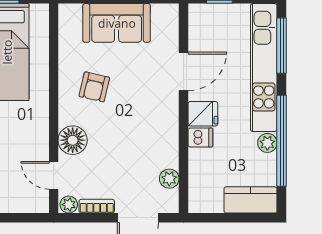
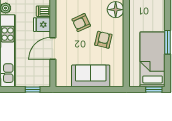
armchair: (133, 117) -> (81, 23), added

